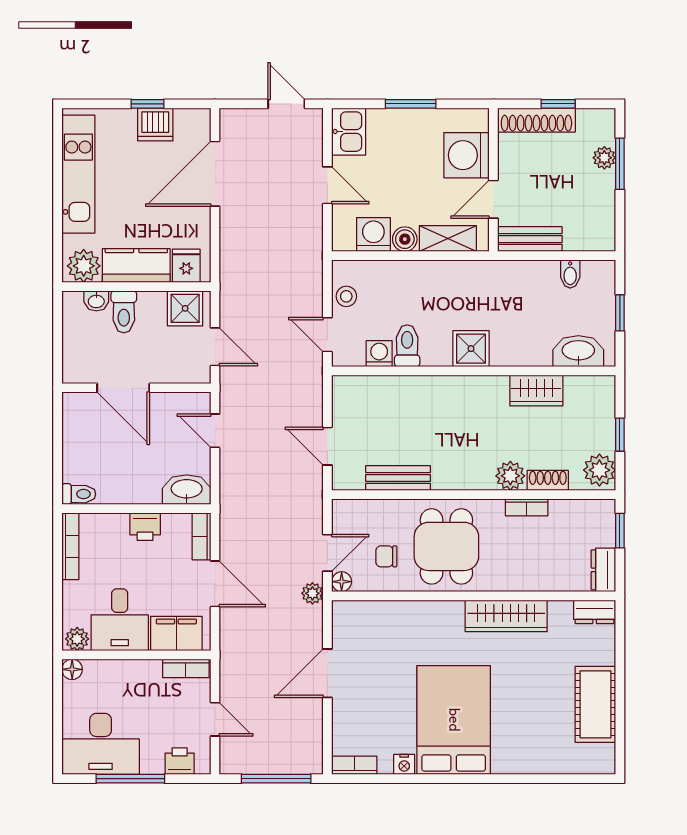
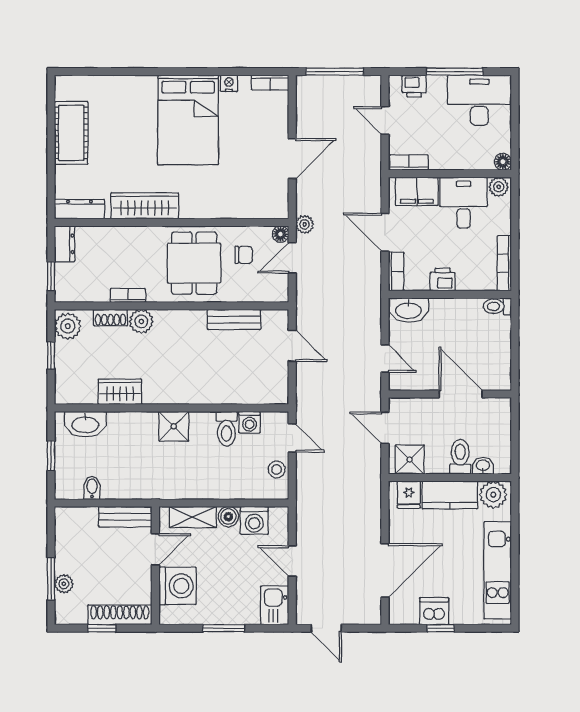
dresser: (595, 612) -> (79, 209), width x1.44

